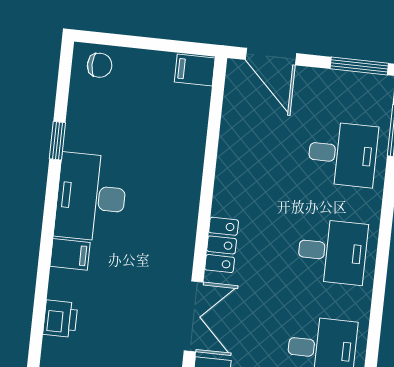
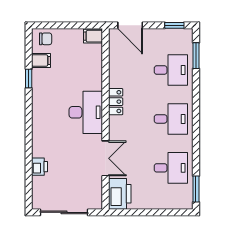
window: (359, 66) -> (174, 25), width x0.67
desk: (91, 197) -> (86, 112), moved, turned 180
locker: (222, 245) -> (116, 102), moved
filing cabinet: (70, 254) -> (41, 61), moved

